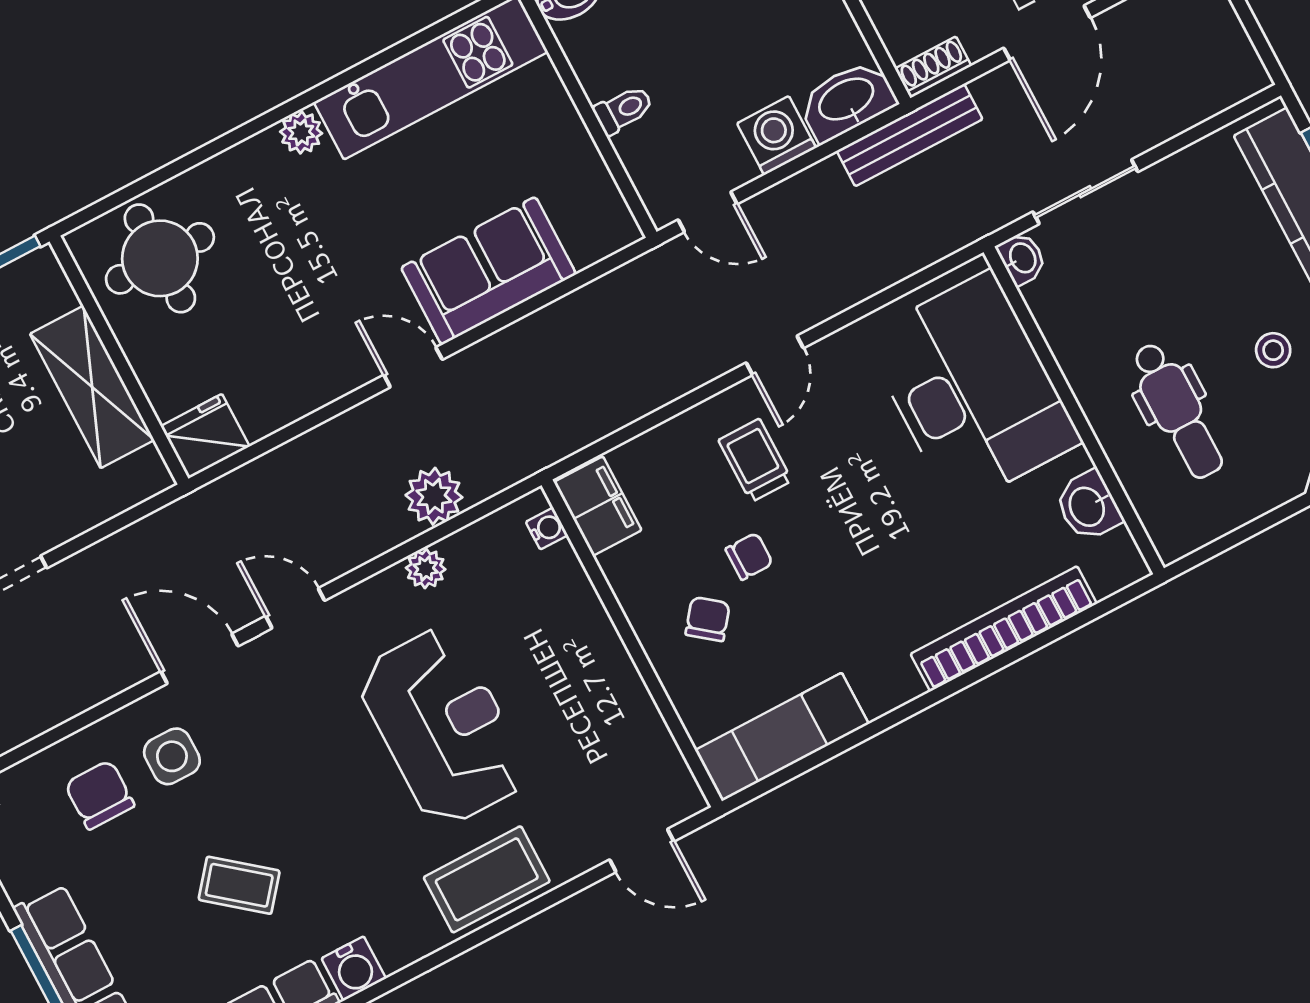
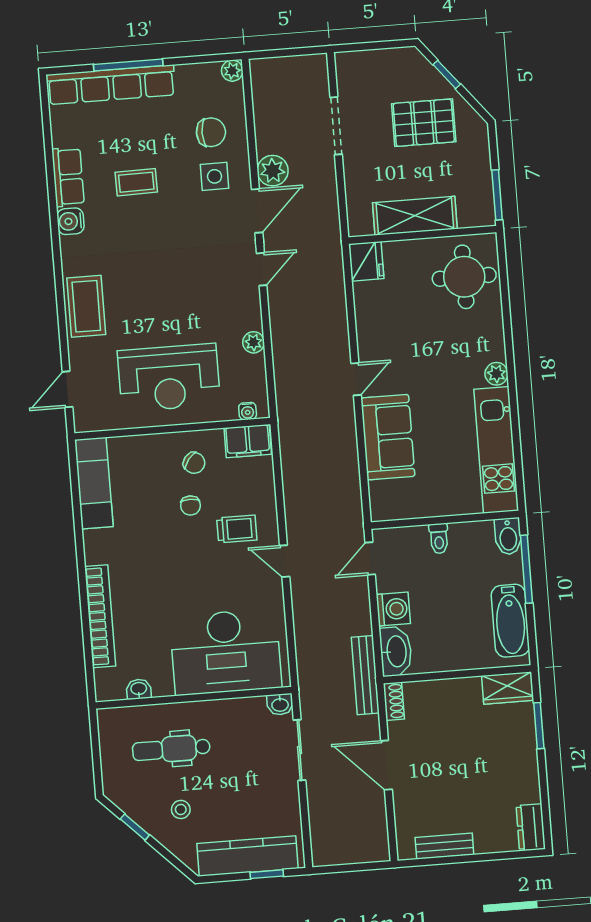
plant: (434, 496) -> (273, 171), moved
washbasin: (1088, 506) -> (139, 689), width x0.72, depth x0.69
chair: (708, 619) -> (194, 463), moved
reception desk: (443, 727) -> (169, 378), moved
coffee table: (239, 885) -> (136, 182), turned 50

